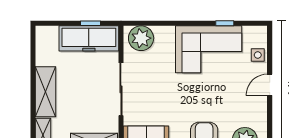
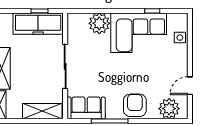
plant: (141, 38) -> (99, 23), moved
door: (270, 85) -> (190, 86), moved

